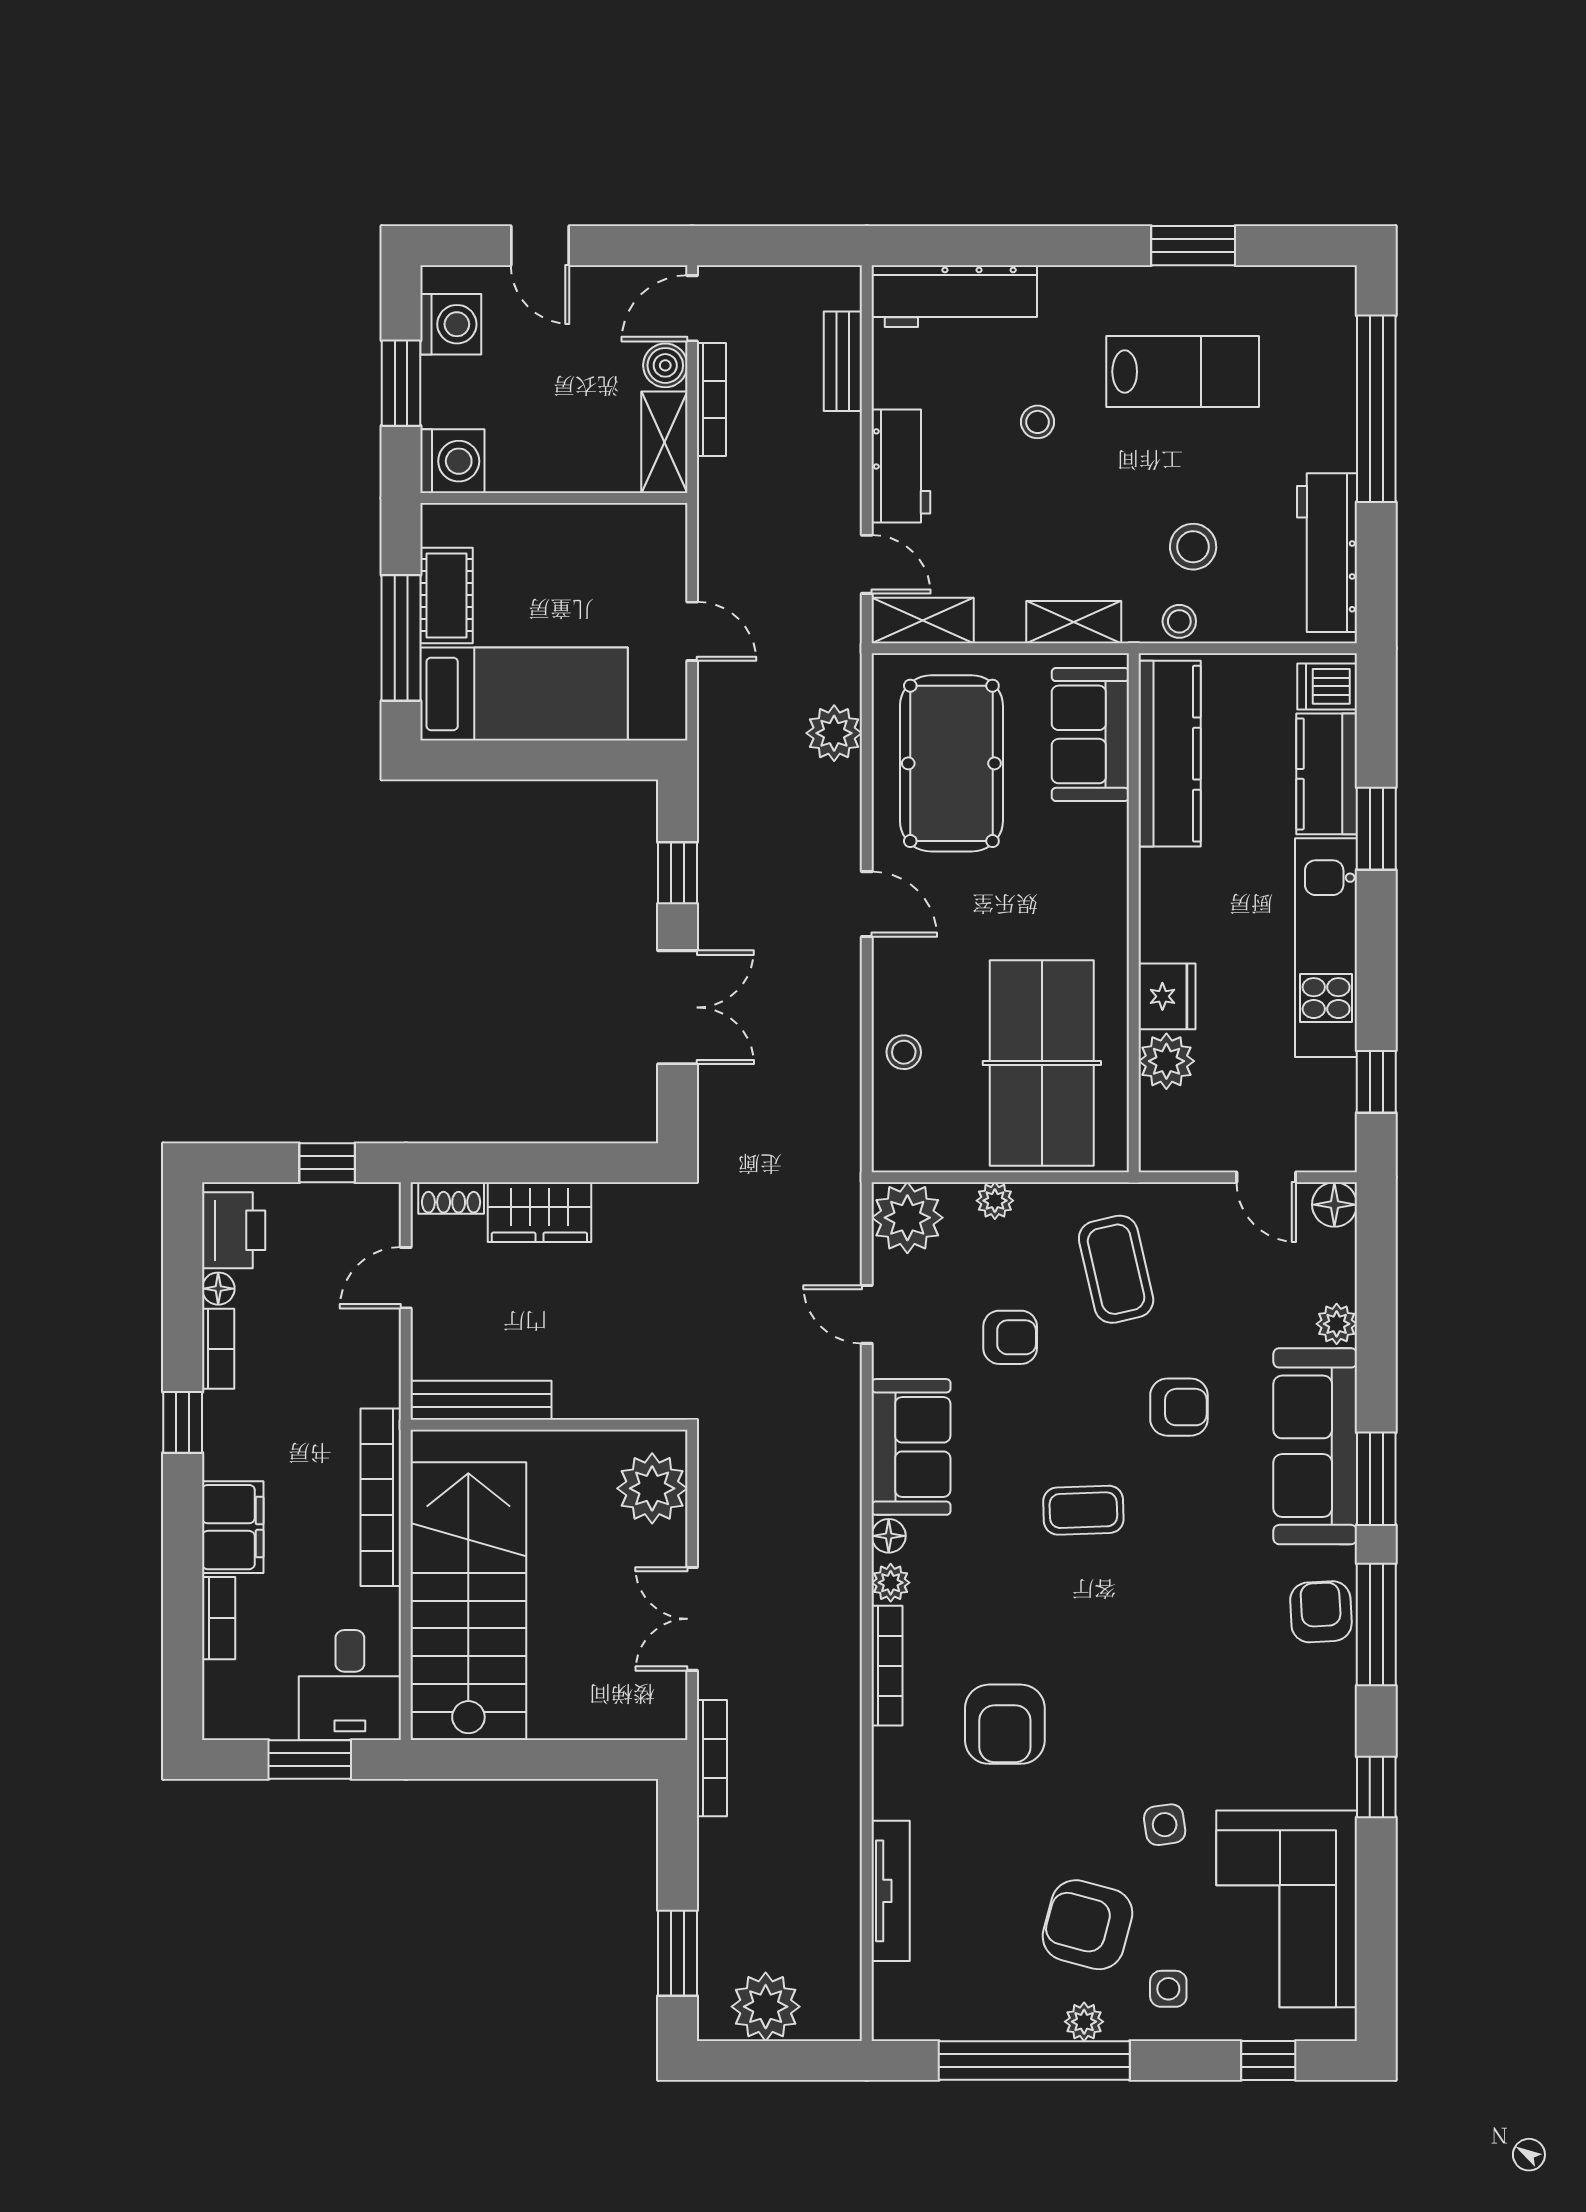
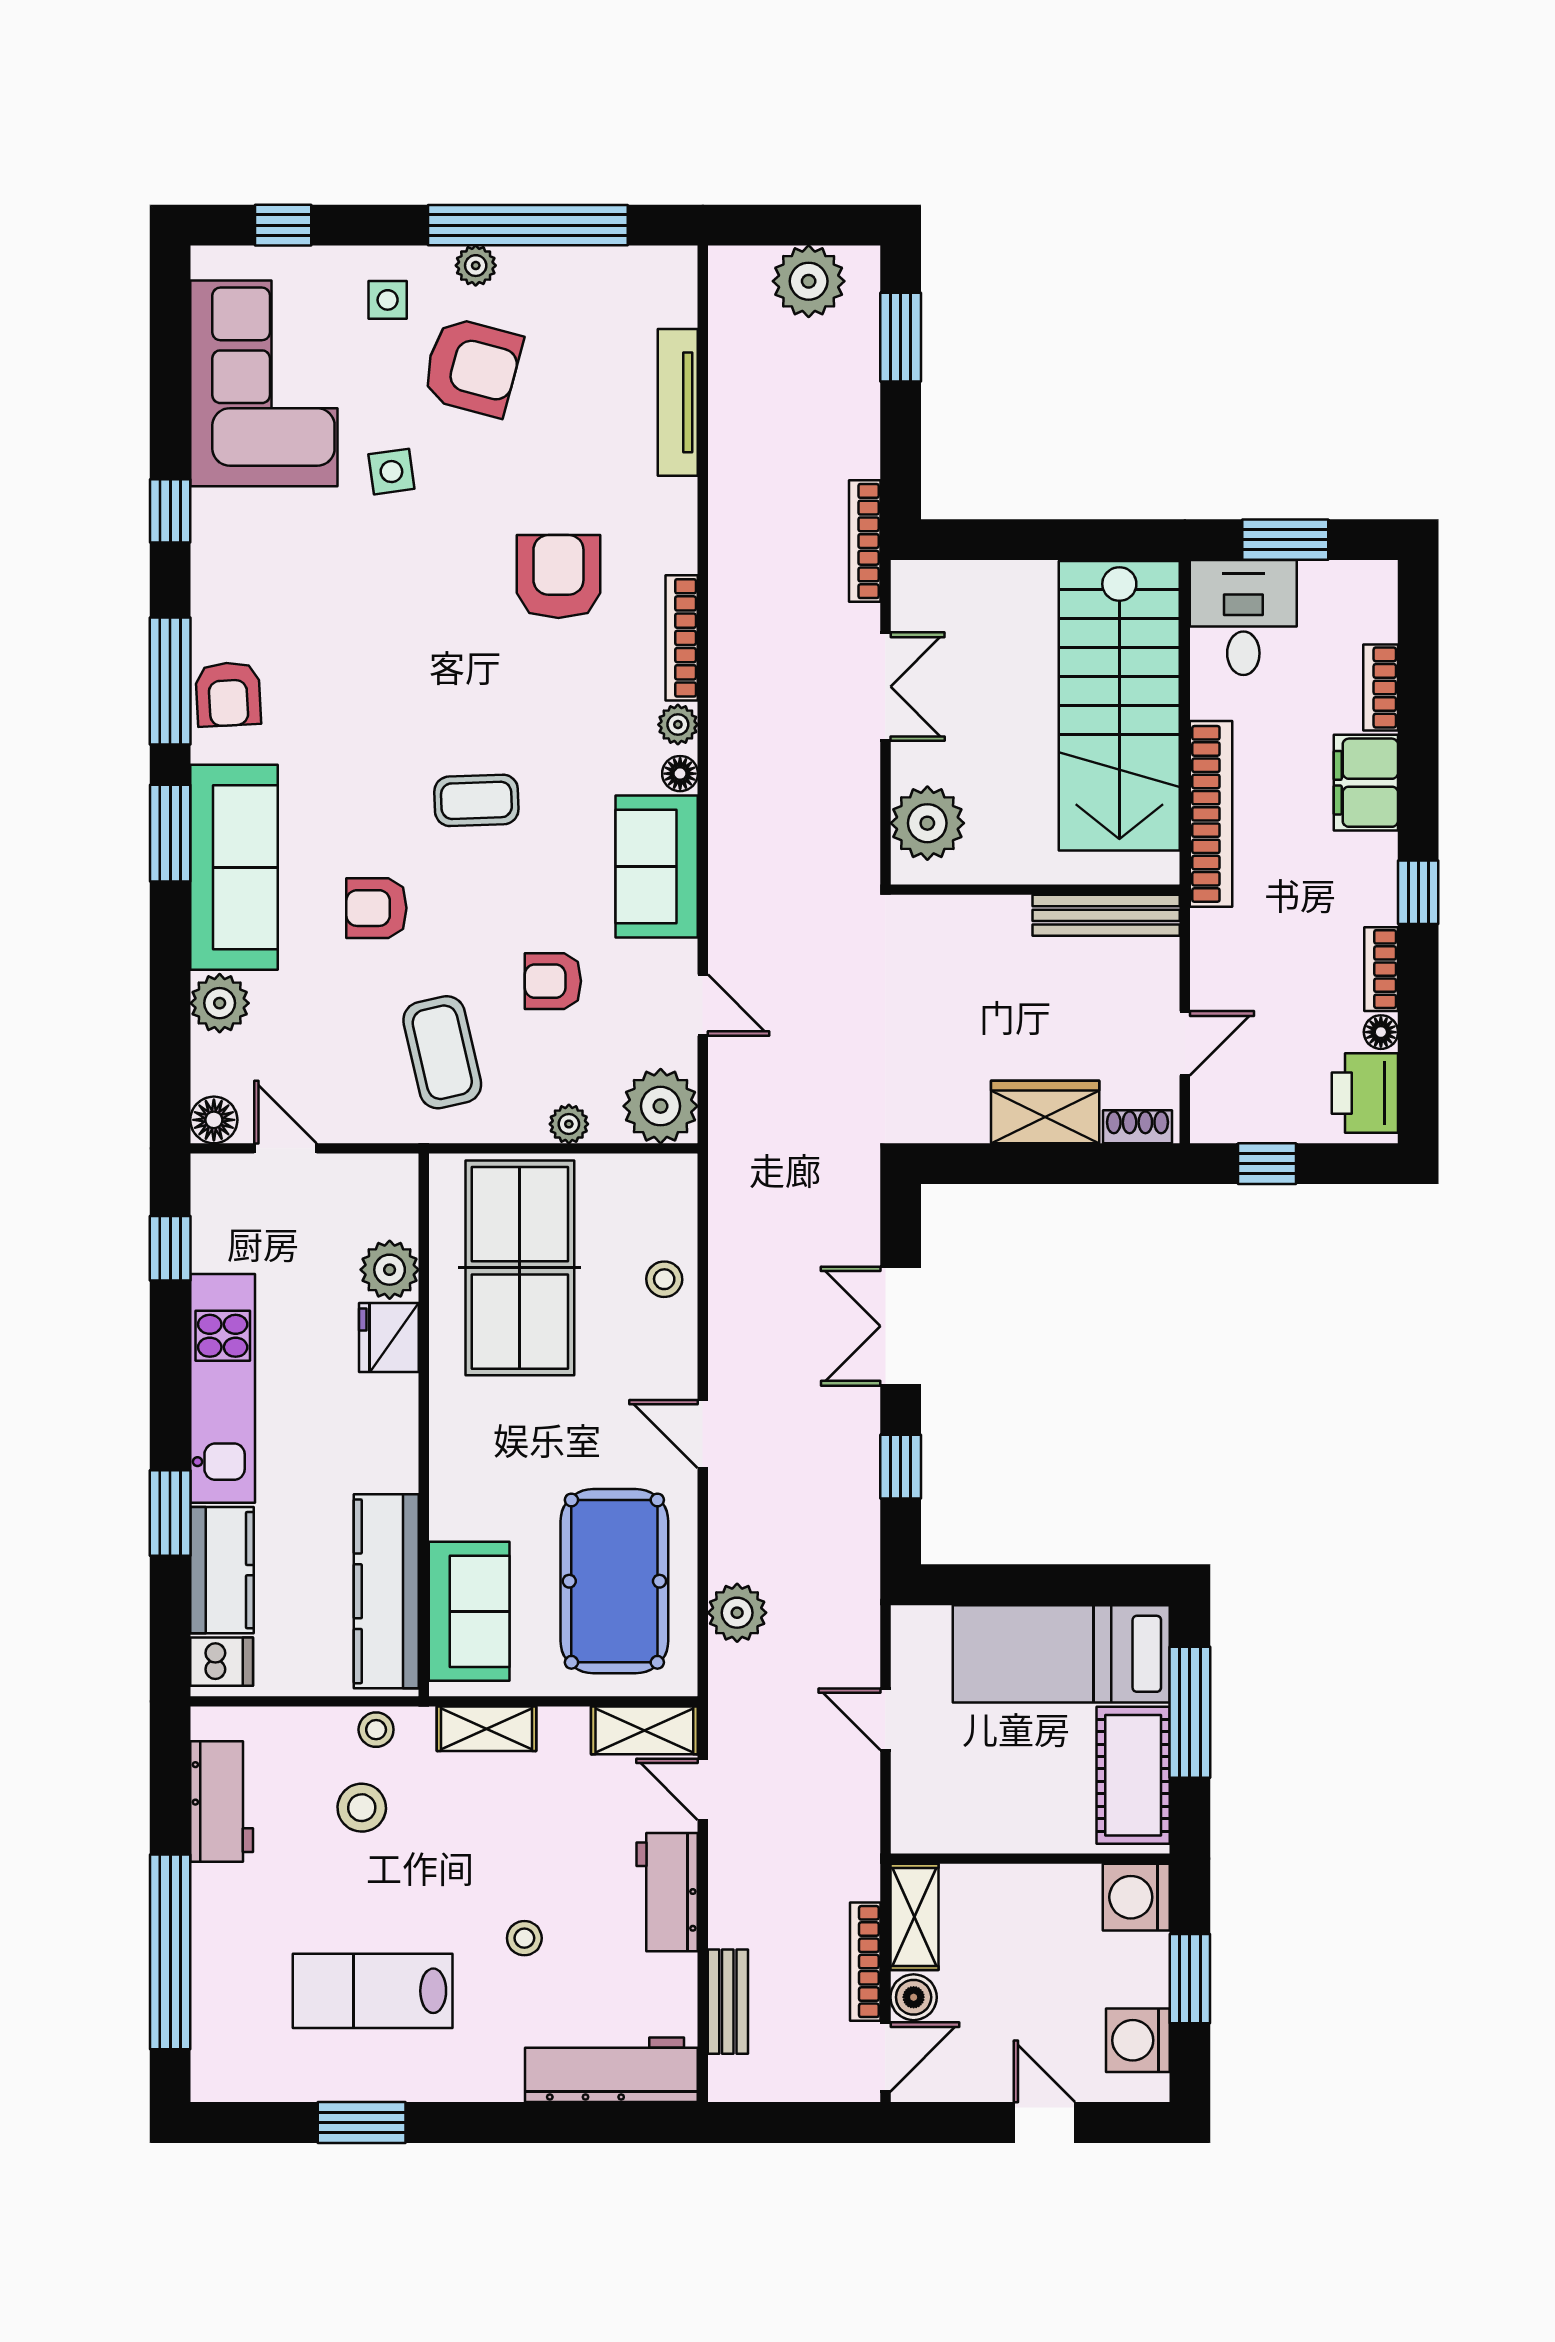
workbench: (1327, 553) -> (222, 1802), width x0.73
cot: (446, 595) -> (1133, 1775), width x1.37, depth x1.34
plant: (1337, 1324) -> (220, 1003), width x1.38, depth x1.38

